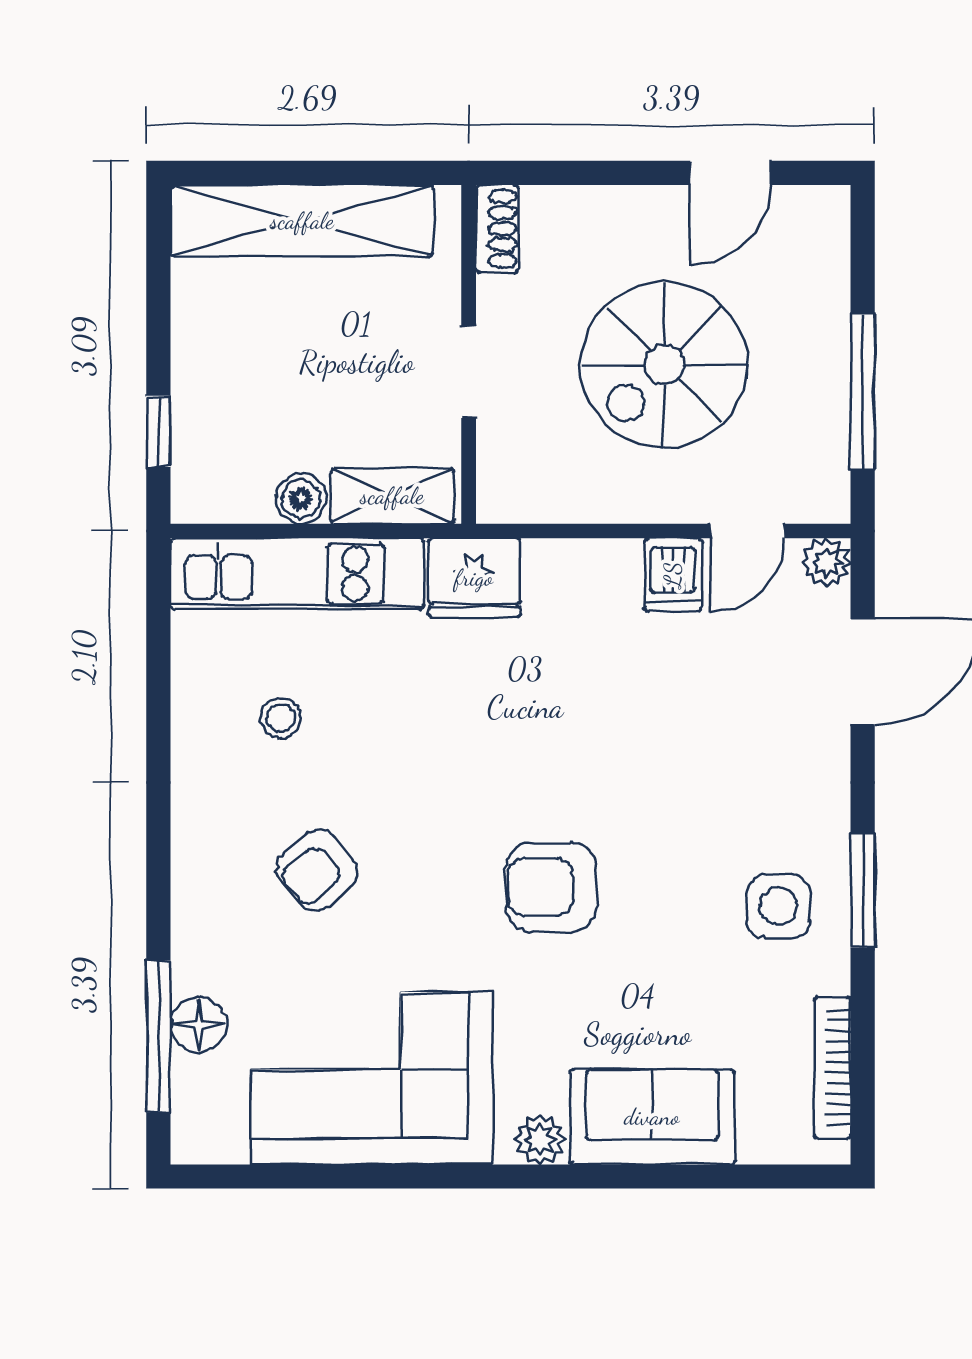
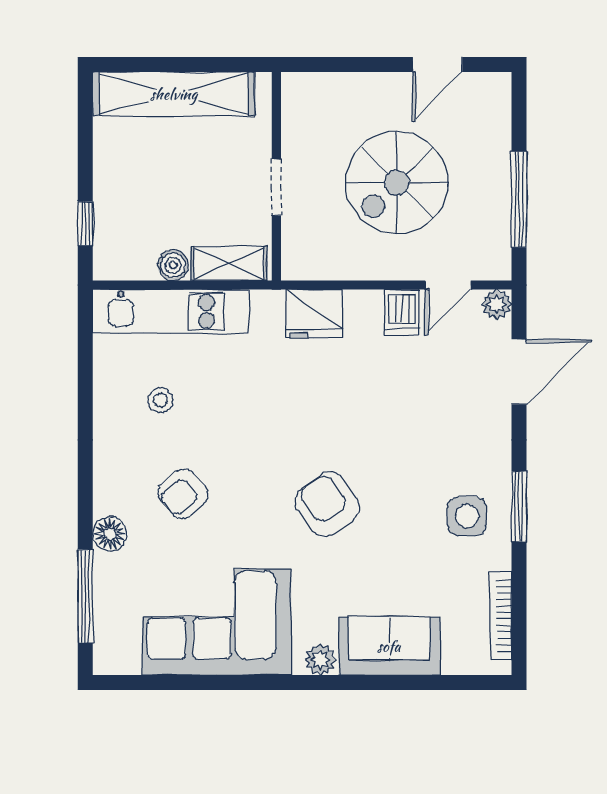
shoe rack: (497, 229) -> (294, 99), removed
fridge: (474, 578) -> (314, 314), moved
armchair: (551, 887) -> (327, 504), turned 55
floor lamp: (198, 1025) -> (110, 534), moved

